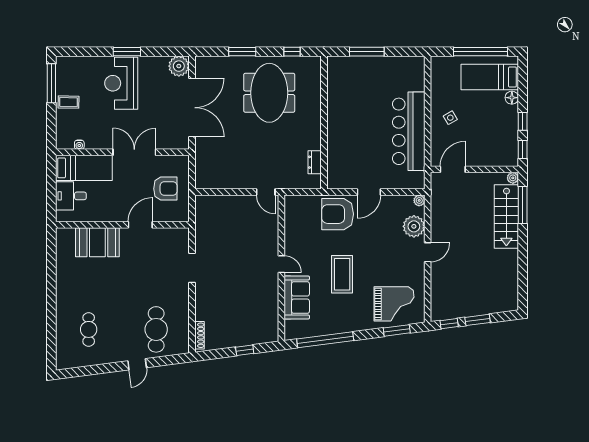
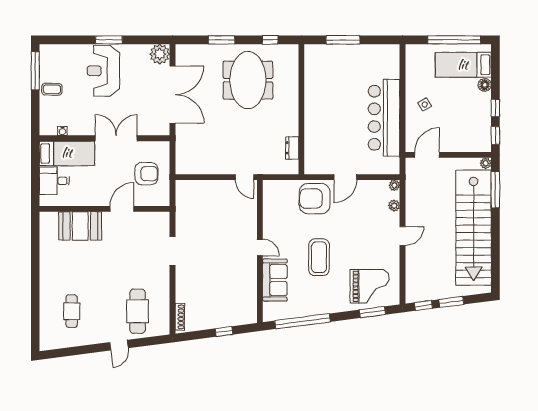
stairs: (506, 216) -> (474, 228), width x1.86, depth x1.51
plant: (414, 226) -> (394, 206), width x0.53, depth x0.53

